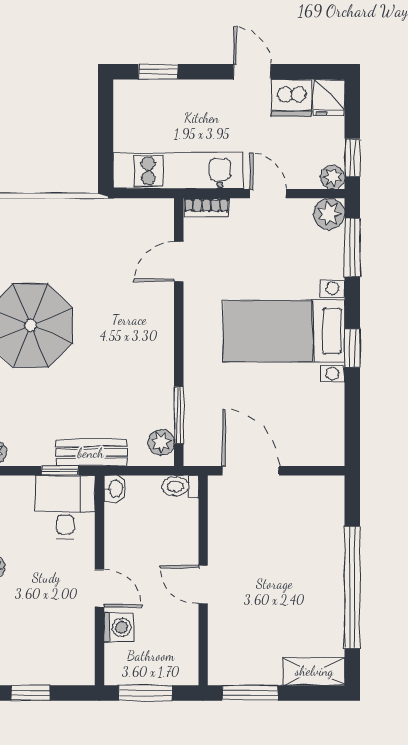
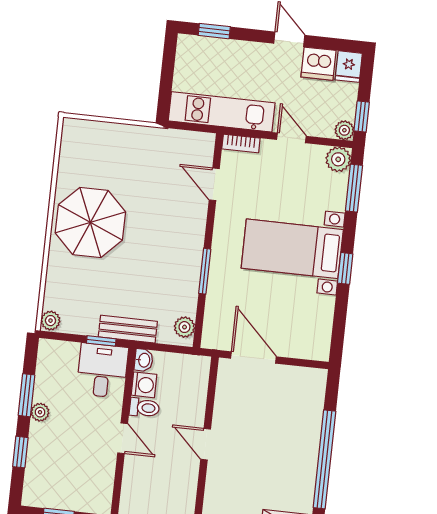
door: (179, 261) -> (214, 184), hinge flipped
window: (179, 415) -> (205, 271), moved
toilet: (180, 486) -> (144, 408), moved, turned 180
washing machine: (119, 627) -> (144, 385), moved

